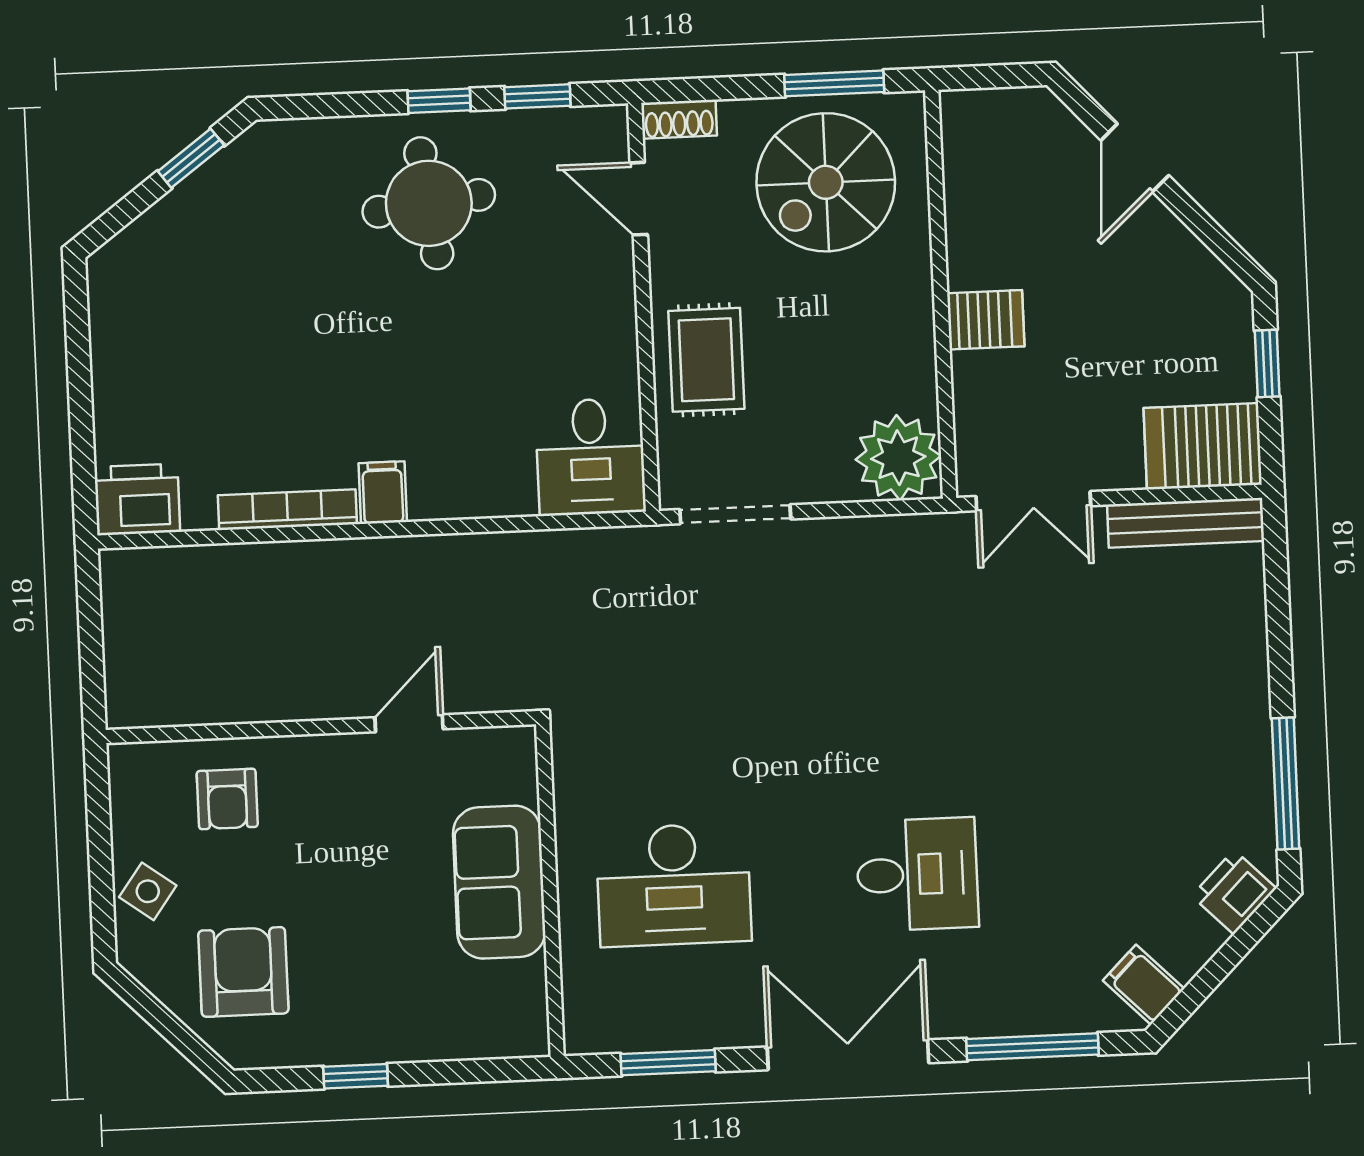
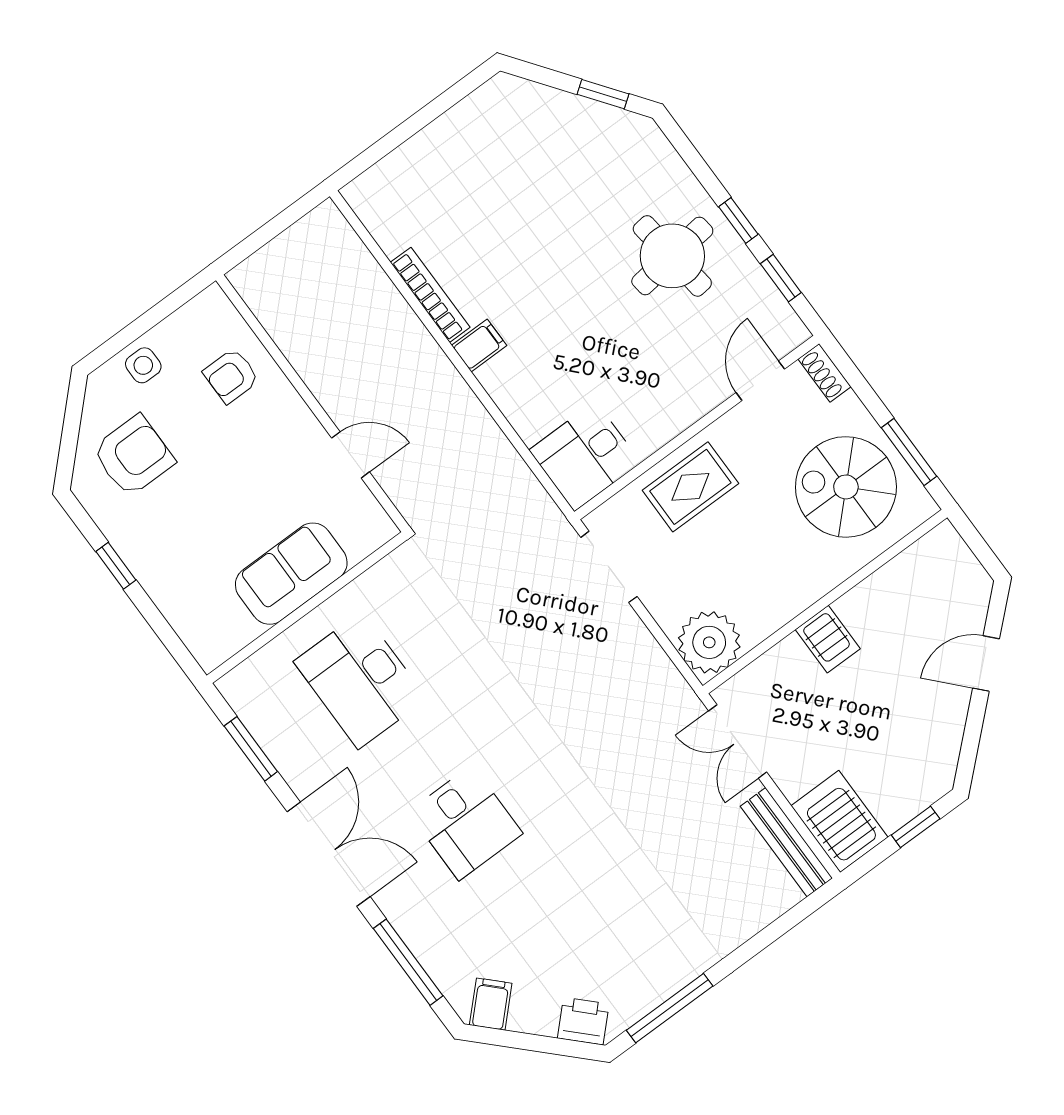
printer: (137, 499) -> (375, 200), removed
side table: (148, 891) -> (143, 365), turned -36

